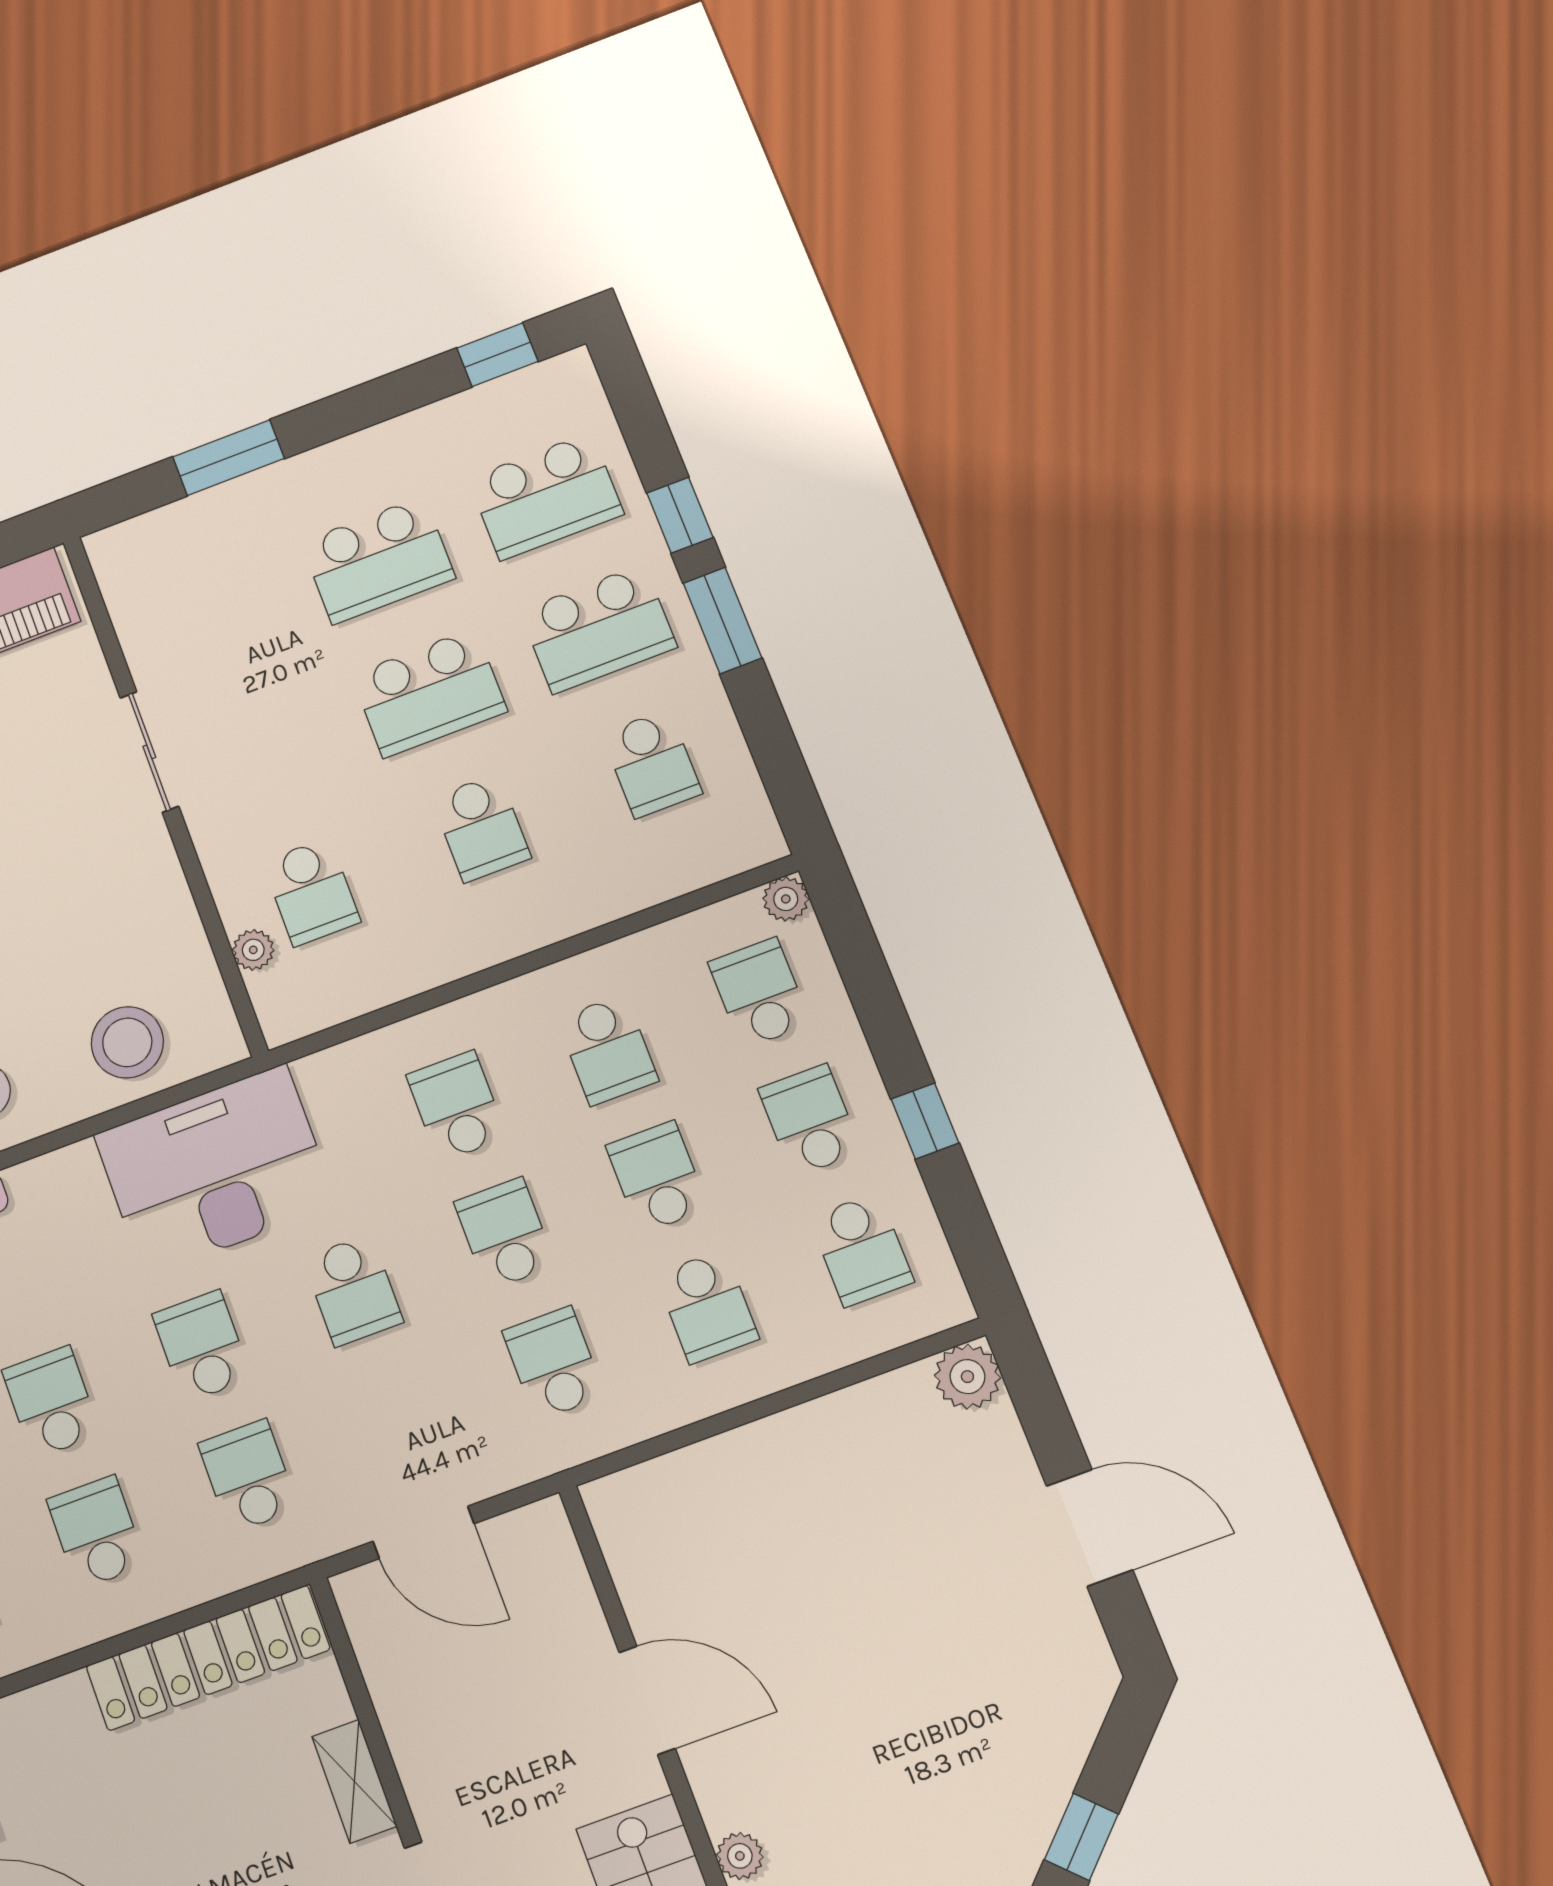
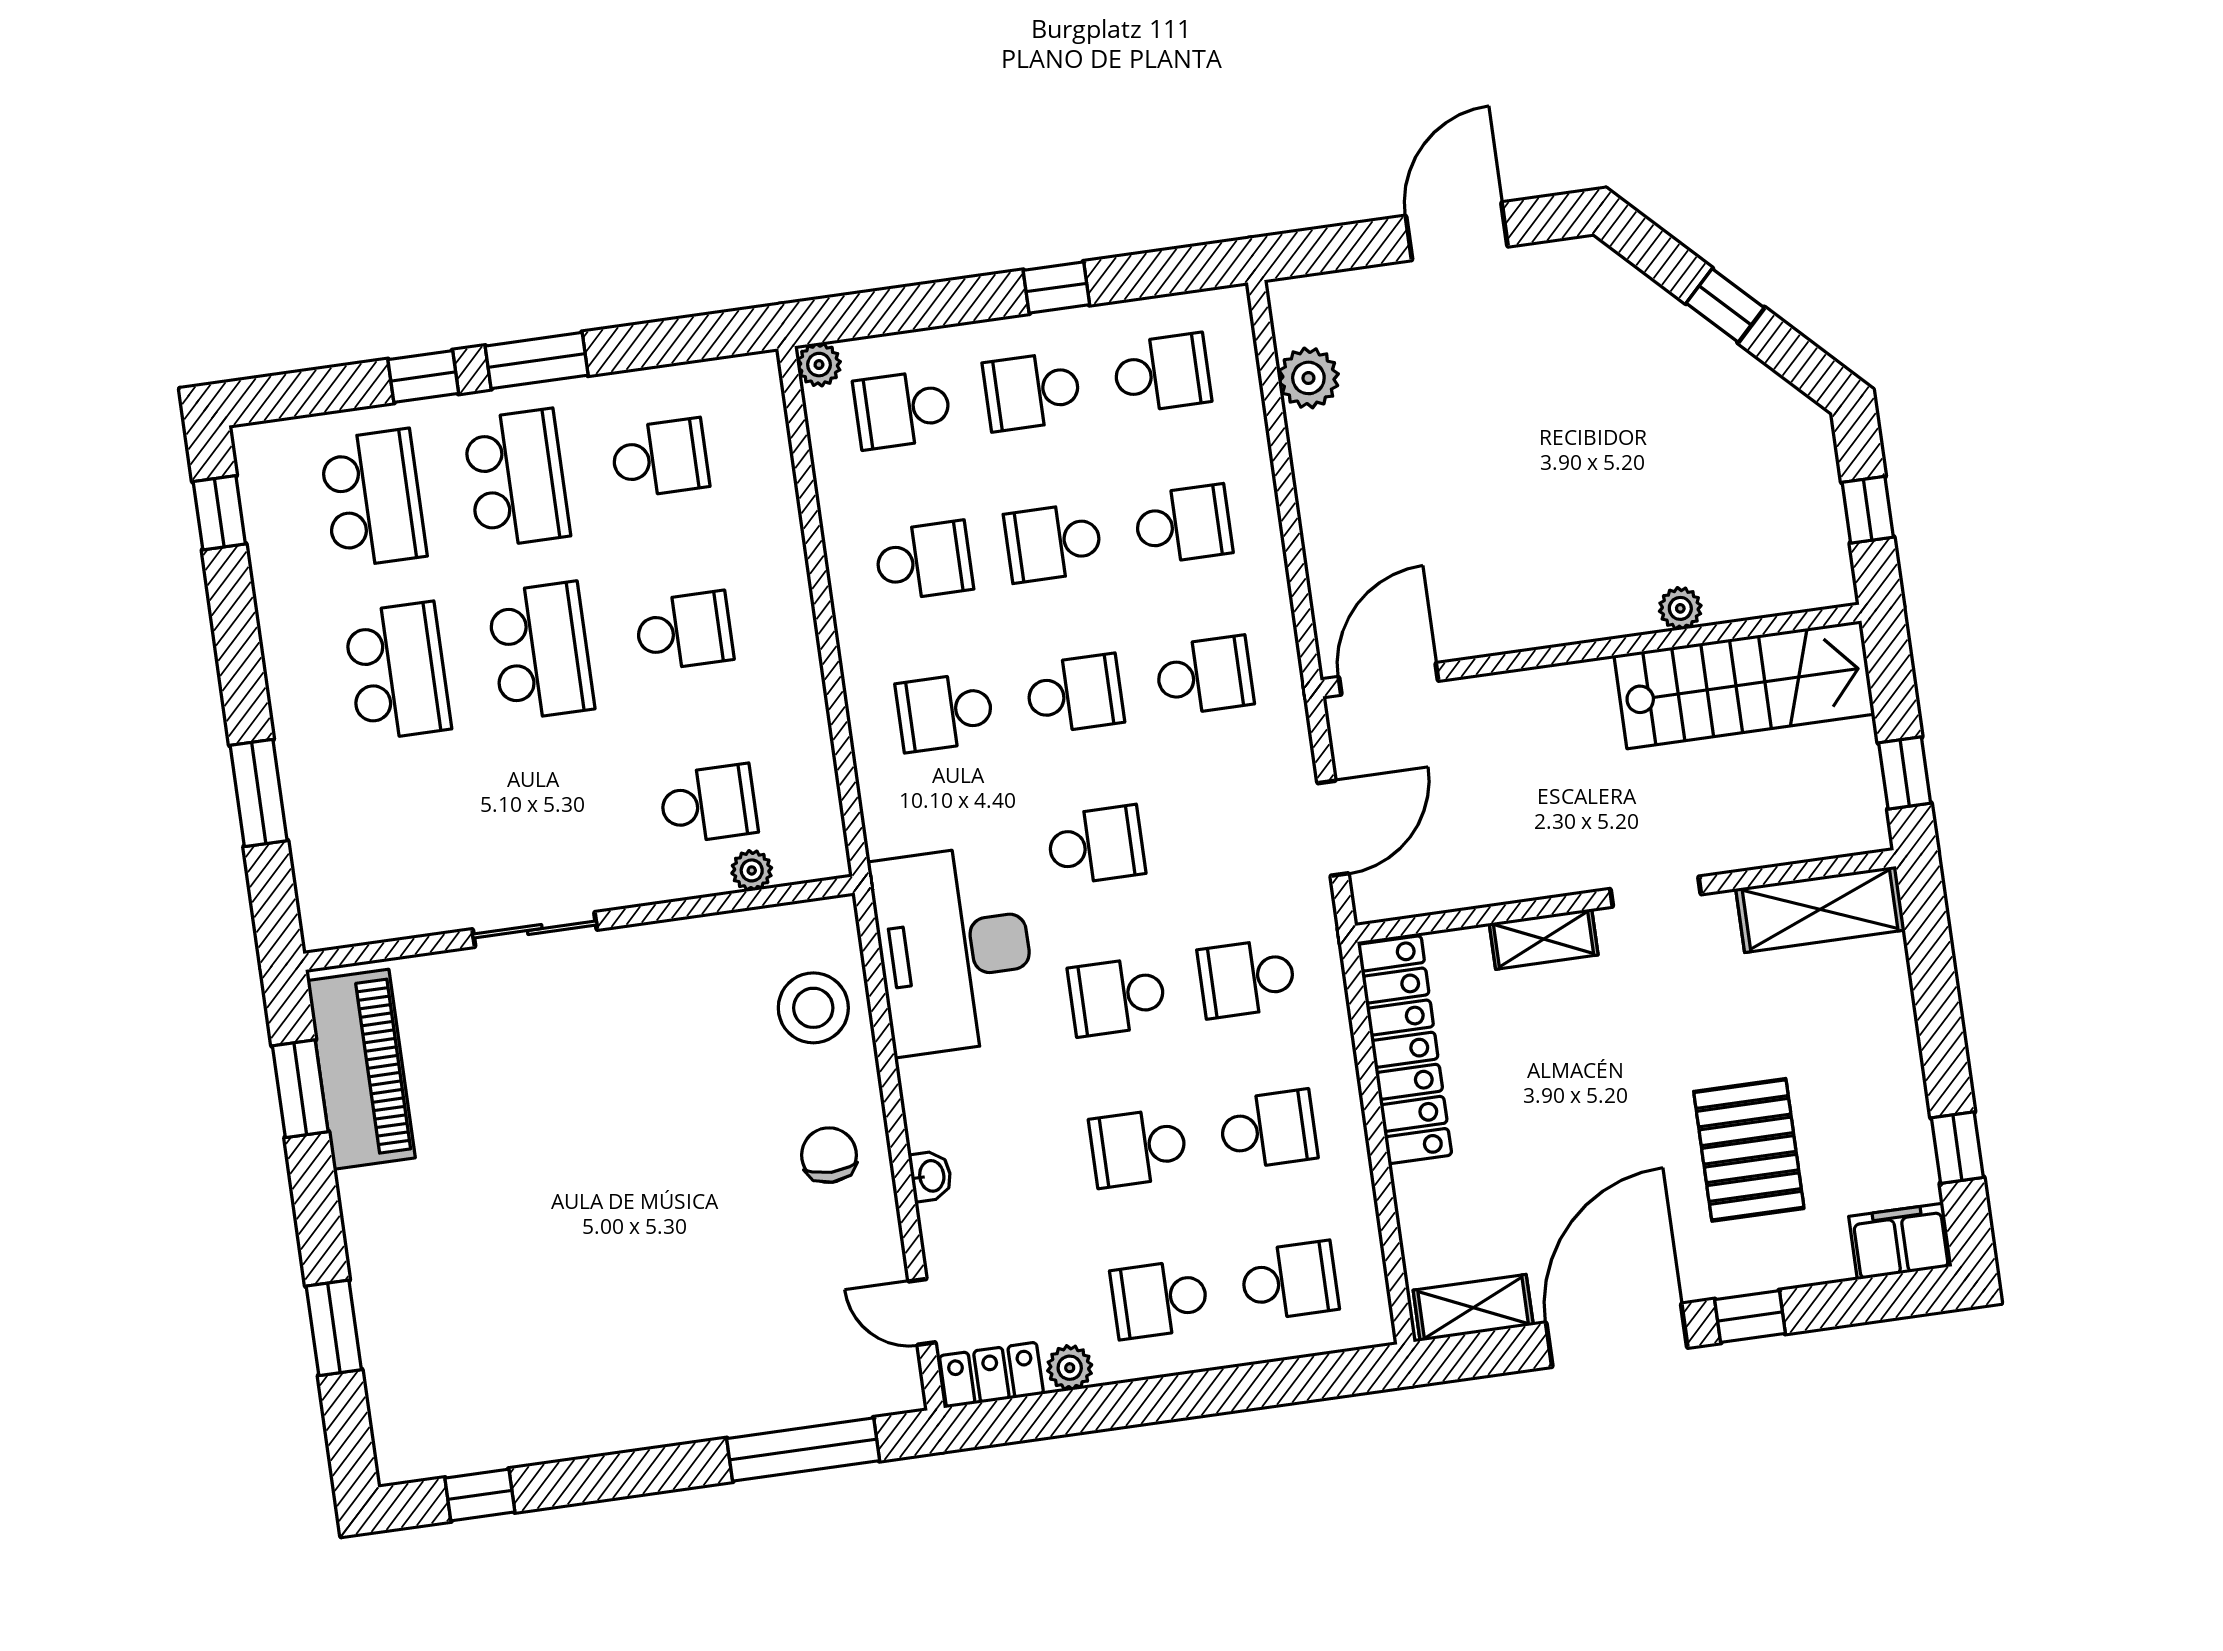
school desk: (505, 1234) -> (1075, 694), turned 180
school desk: (554, 1363) -> (1204, 676), turned 180
plant: (967, 1377) -> (1308, 378), moved
school desk: (96, 1532) -> (1268, 1130), turned 180
door: (647, 1700) -> (1389, 679), moved

